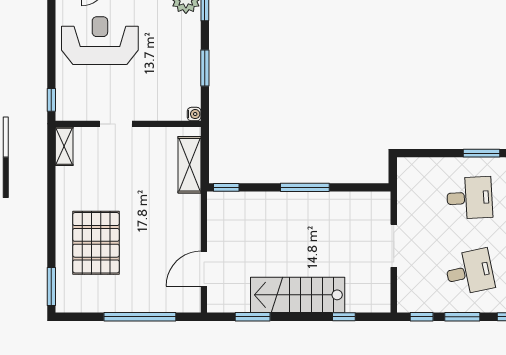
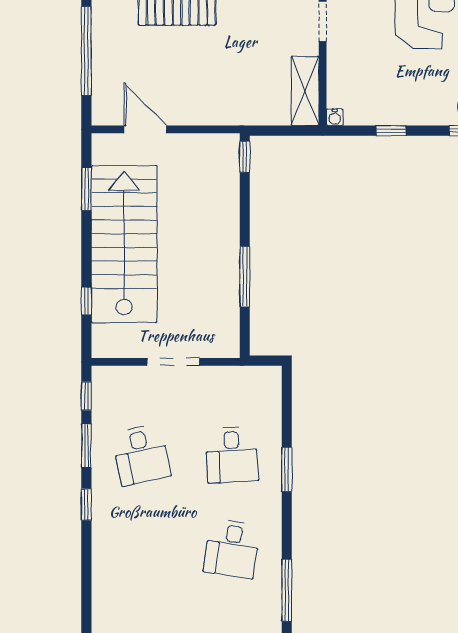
window: (205, 68) -> (391, 131), width x0.67
shelving: (190, 165) -> (305, 91), moved, turned 90
window: (305, 187) -> (245, 277), moved
stairs: (298, 295) -> (124, 244), width x1.36, depth x1.51

